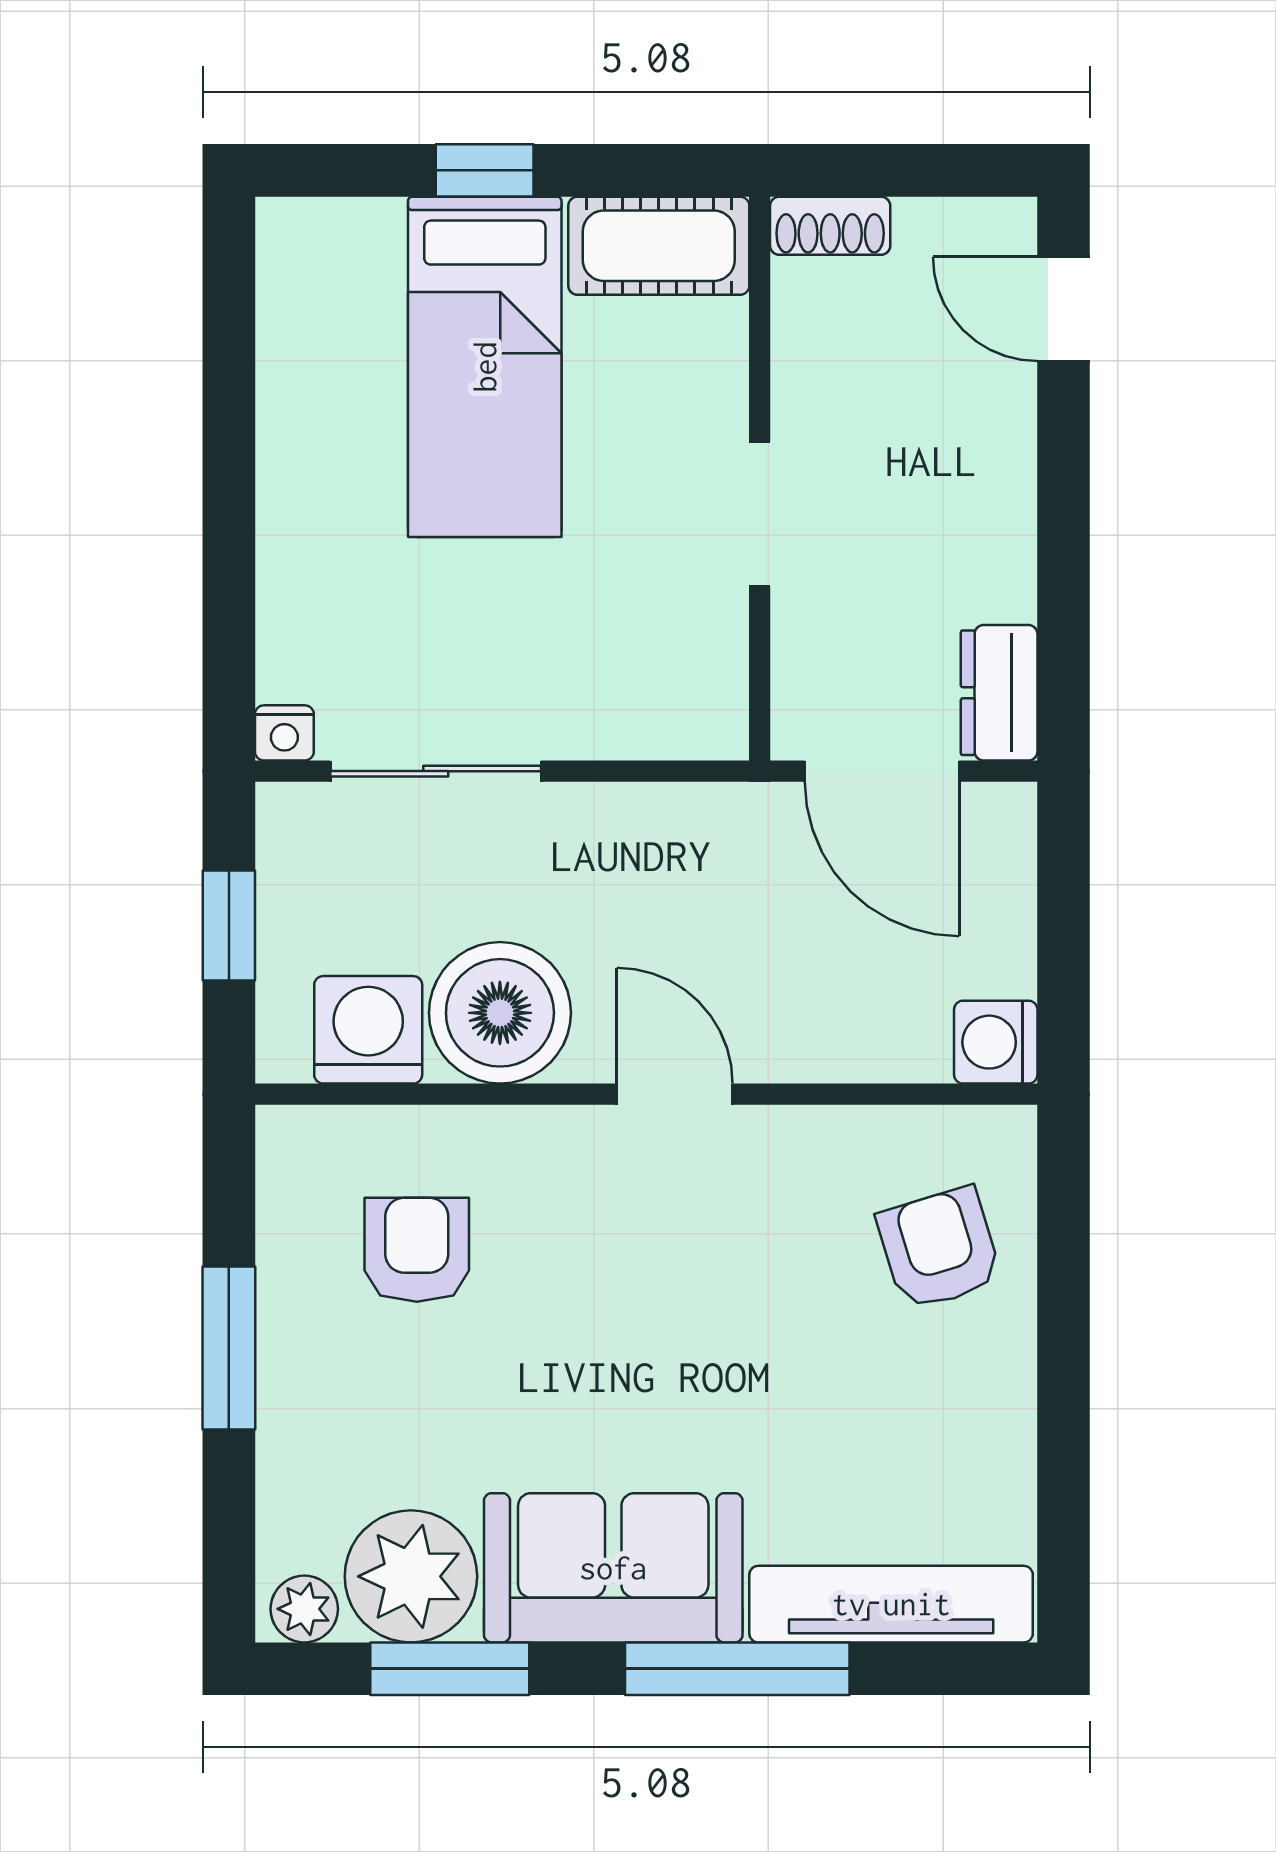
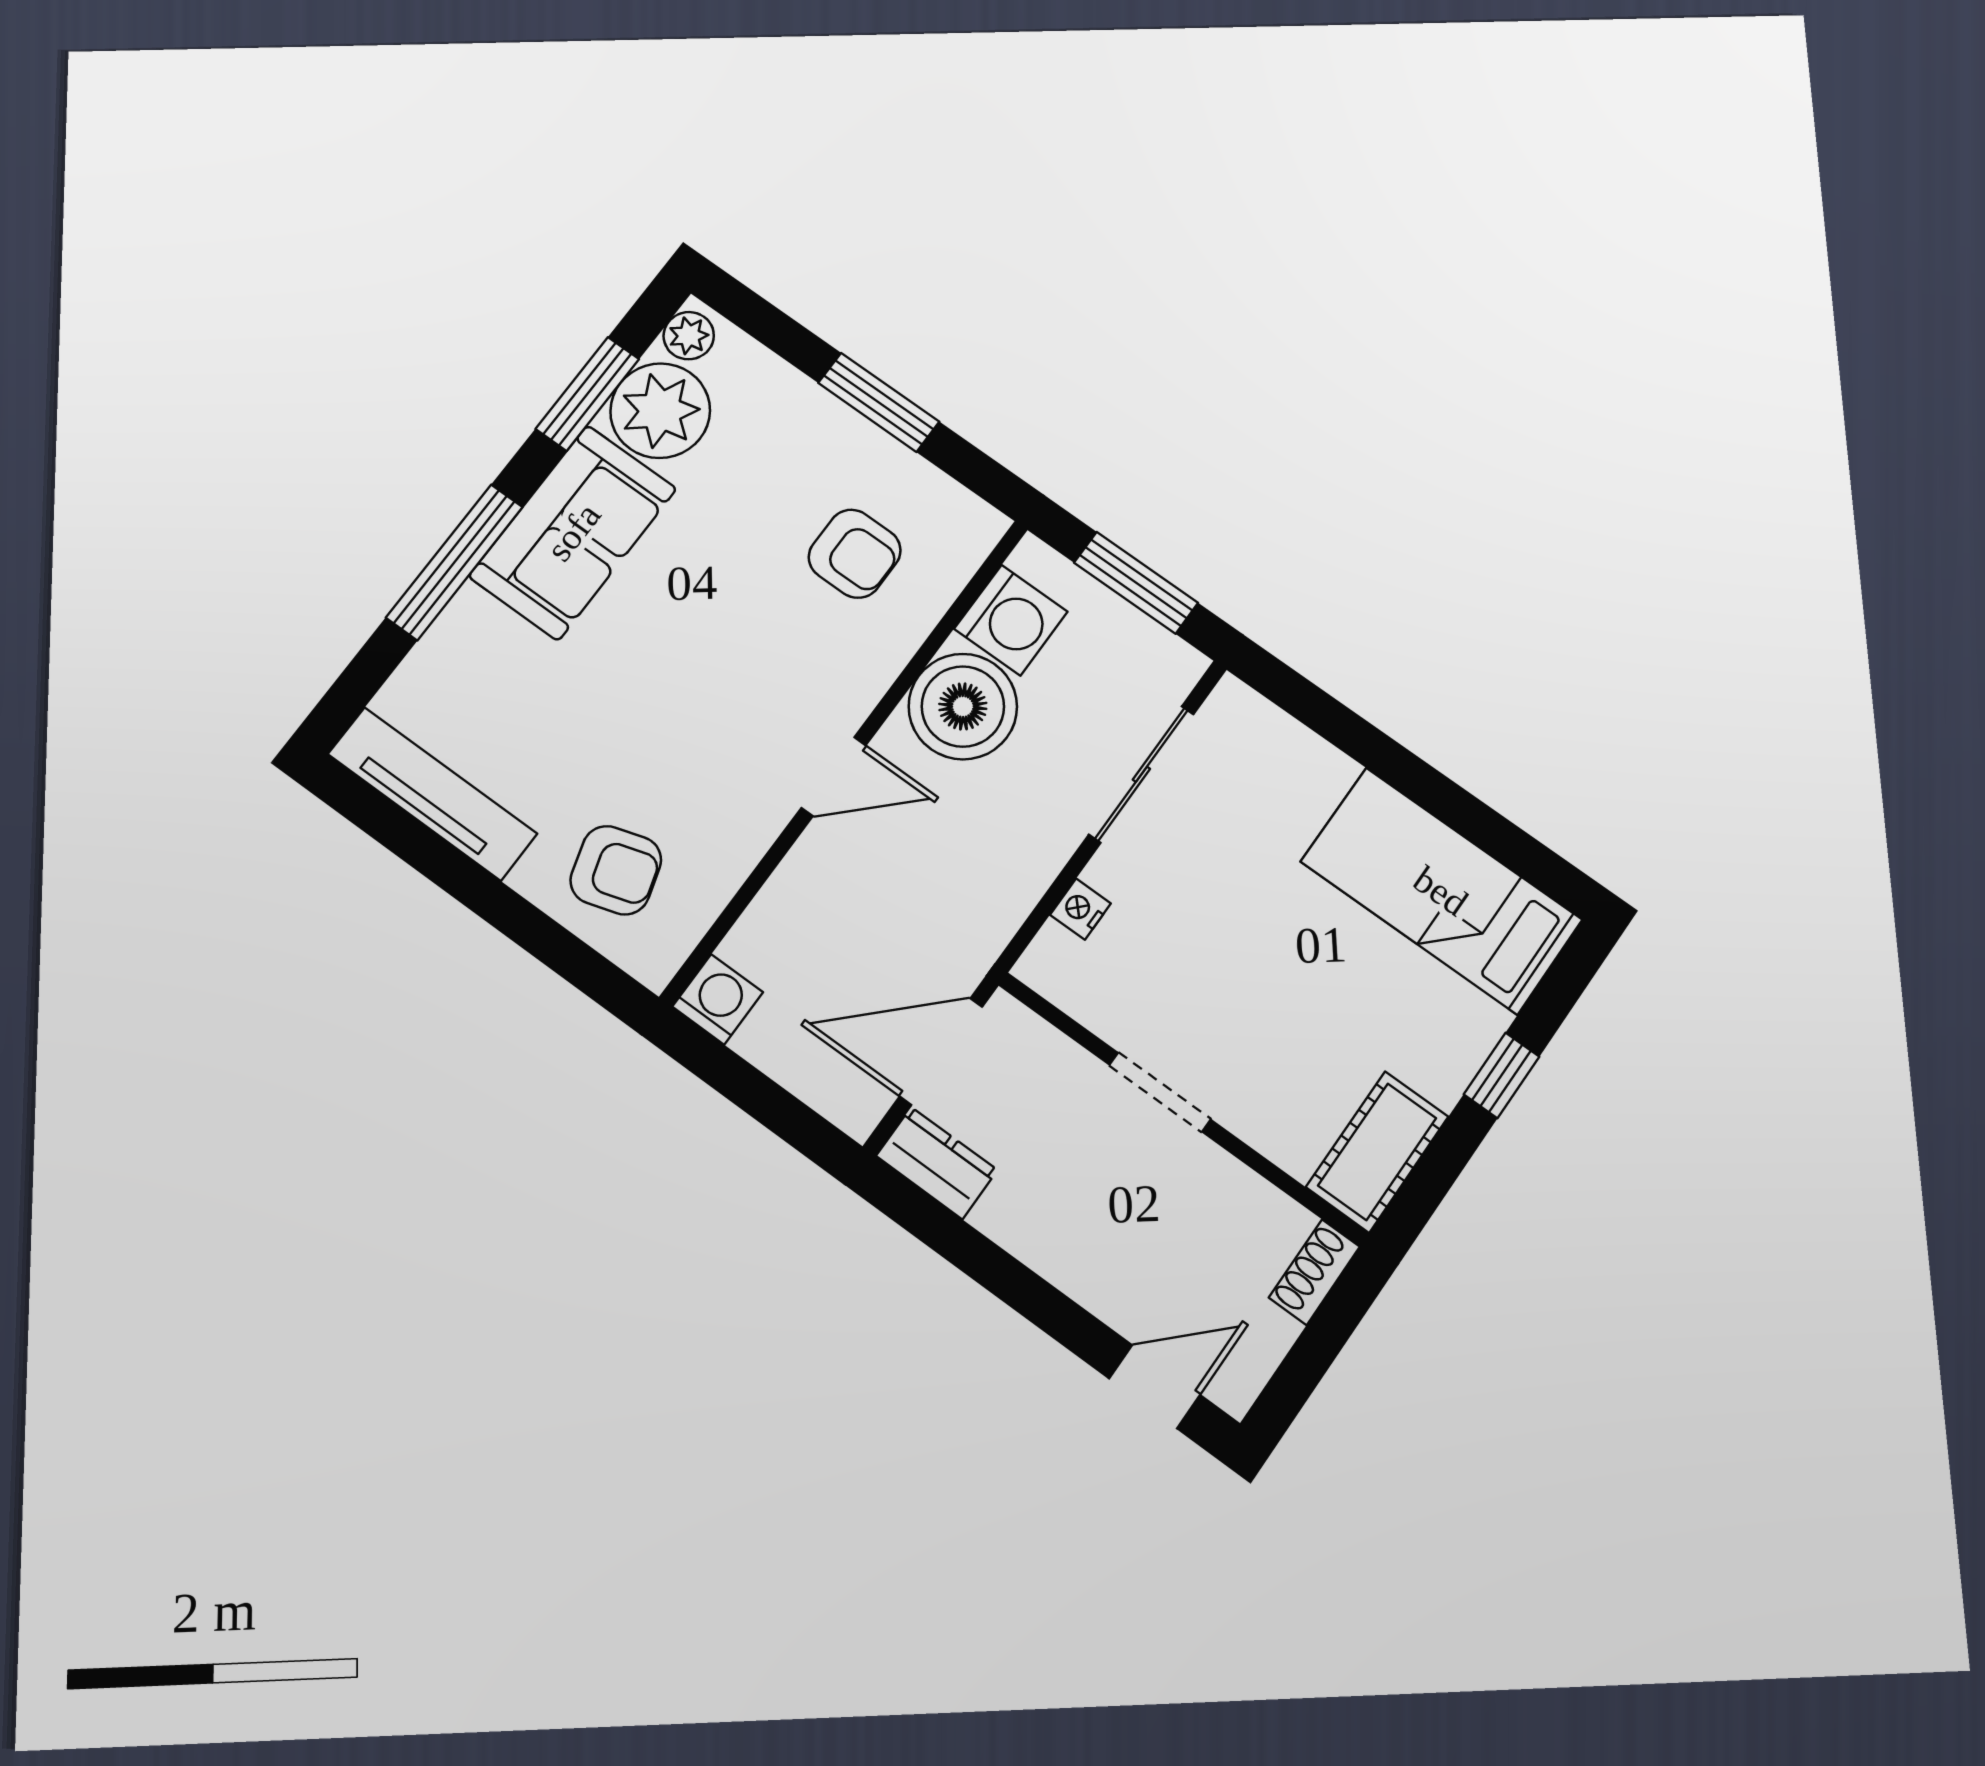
bed: (485, 367) -> (1441, 891), moved
nightstand: (284, 733) -> (1080, 909), moved
window: (229, 926) -> (1136, 583), width x1.50
tv unit: (891, 1604) -> (432, 794), moved, turned -90

